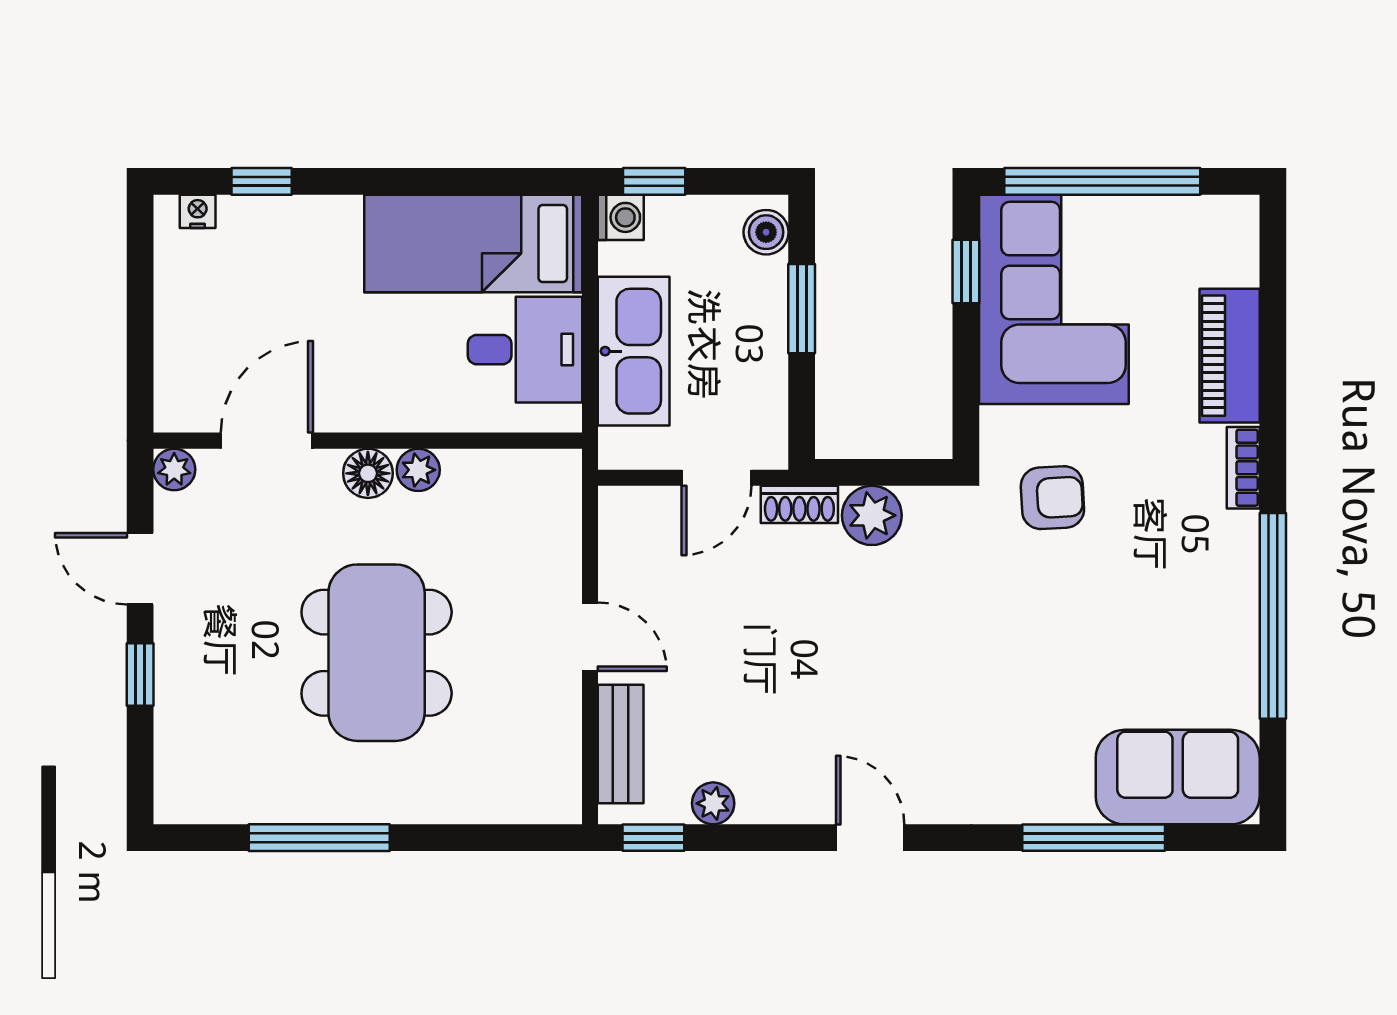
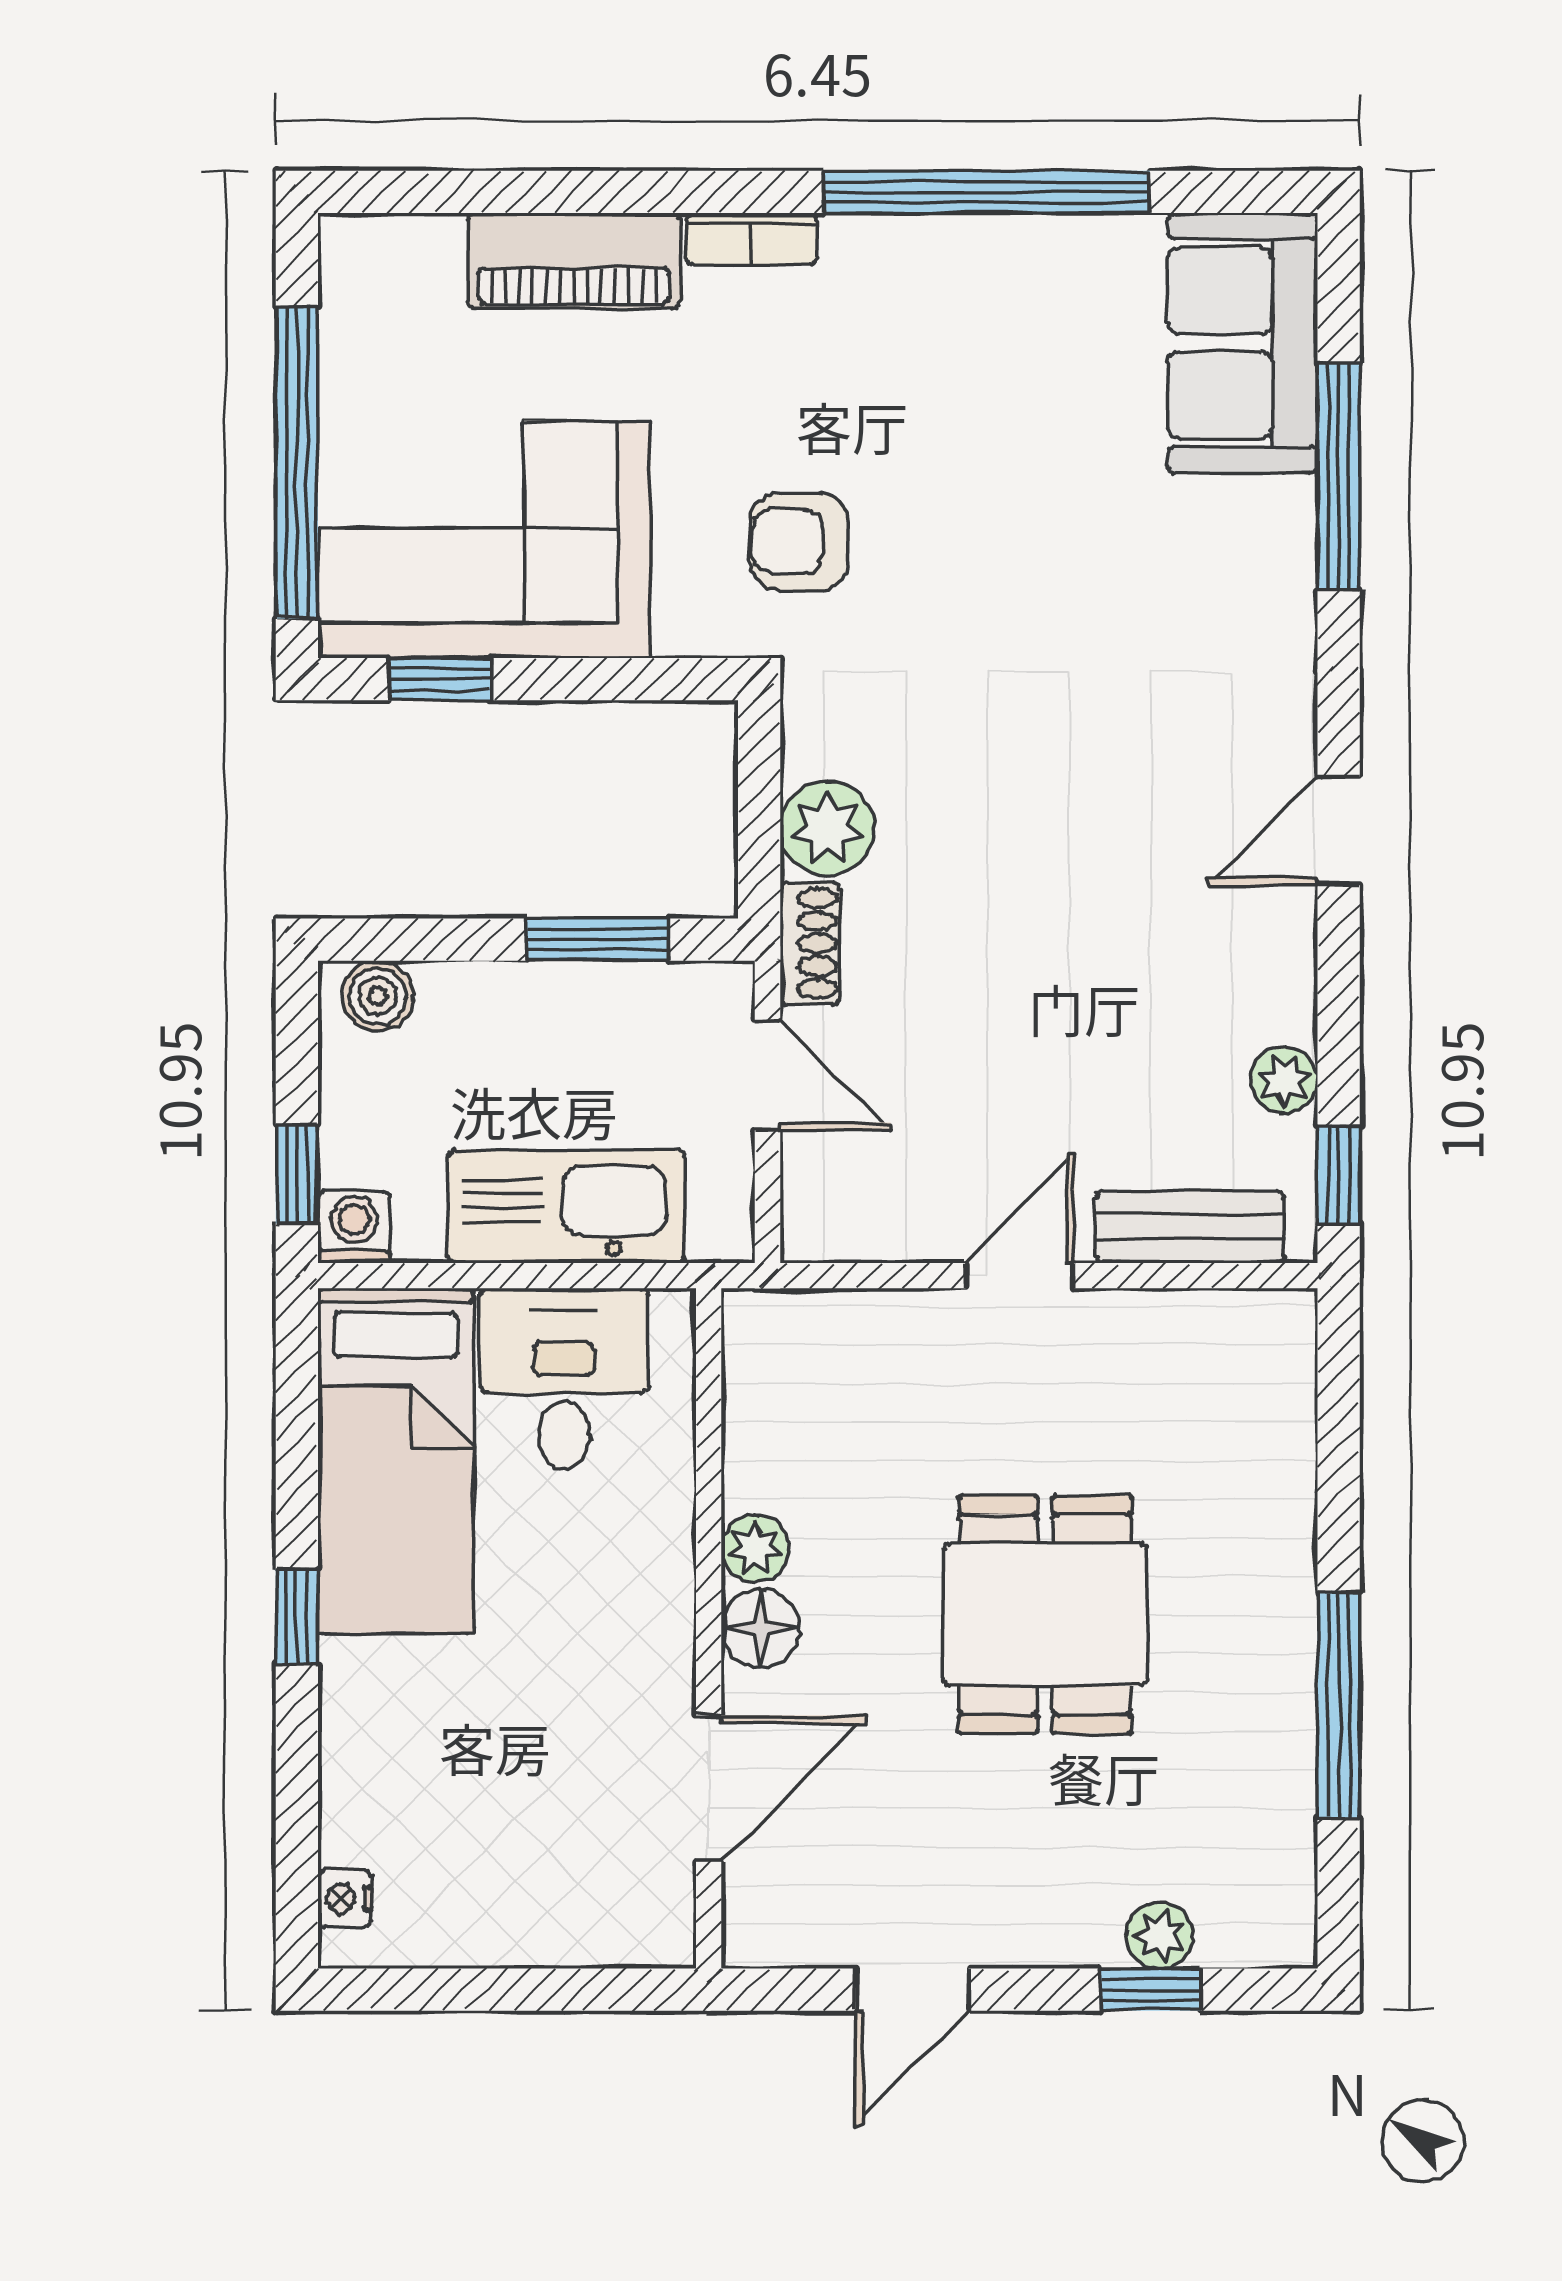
window: (262, 181) -> (297, 1617), moved
window: (802, 309) -> (598, 940), moved
door: (267, 441) -> (709, 1788), swing flipped
plant: (174, 469) -> (1160, 1936), moved
armchair: (1052, 498) -> (799, 542), turned -87
dining table: (377, 653) -> (1045, 1614), width x0.73
window: (140, 675) -> (1151, 1990), moved

